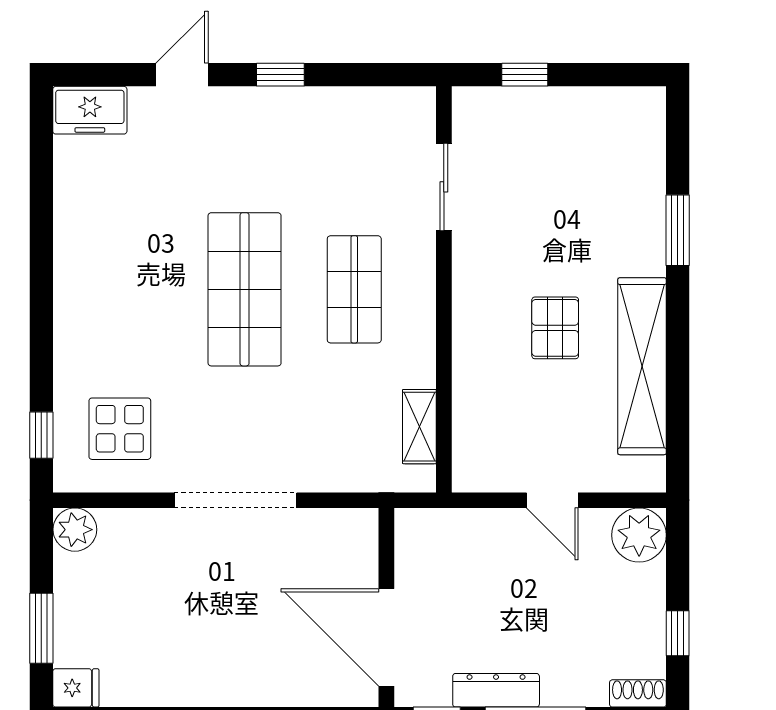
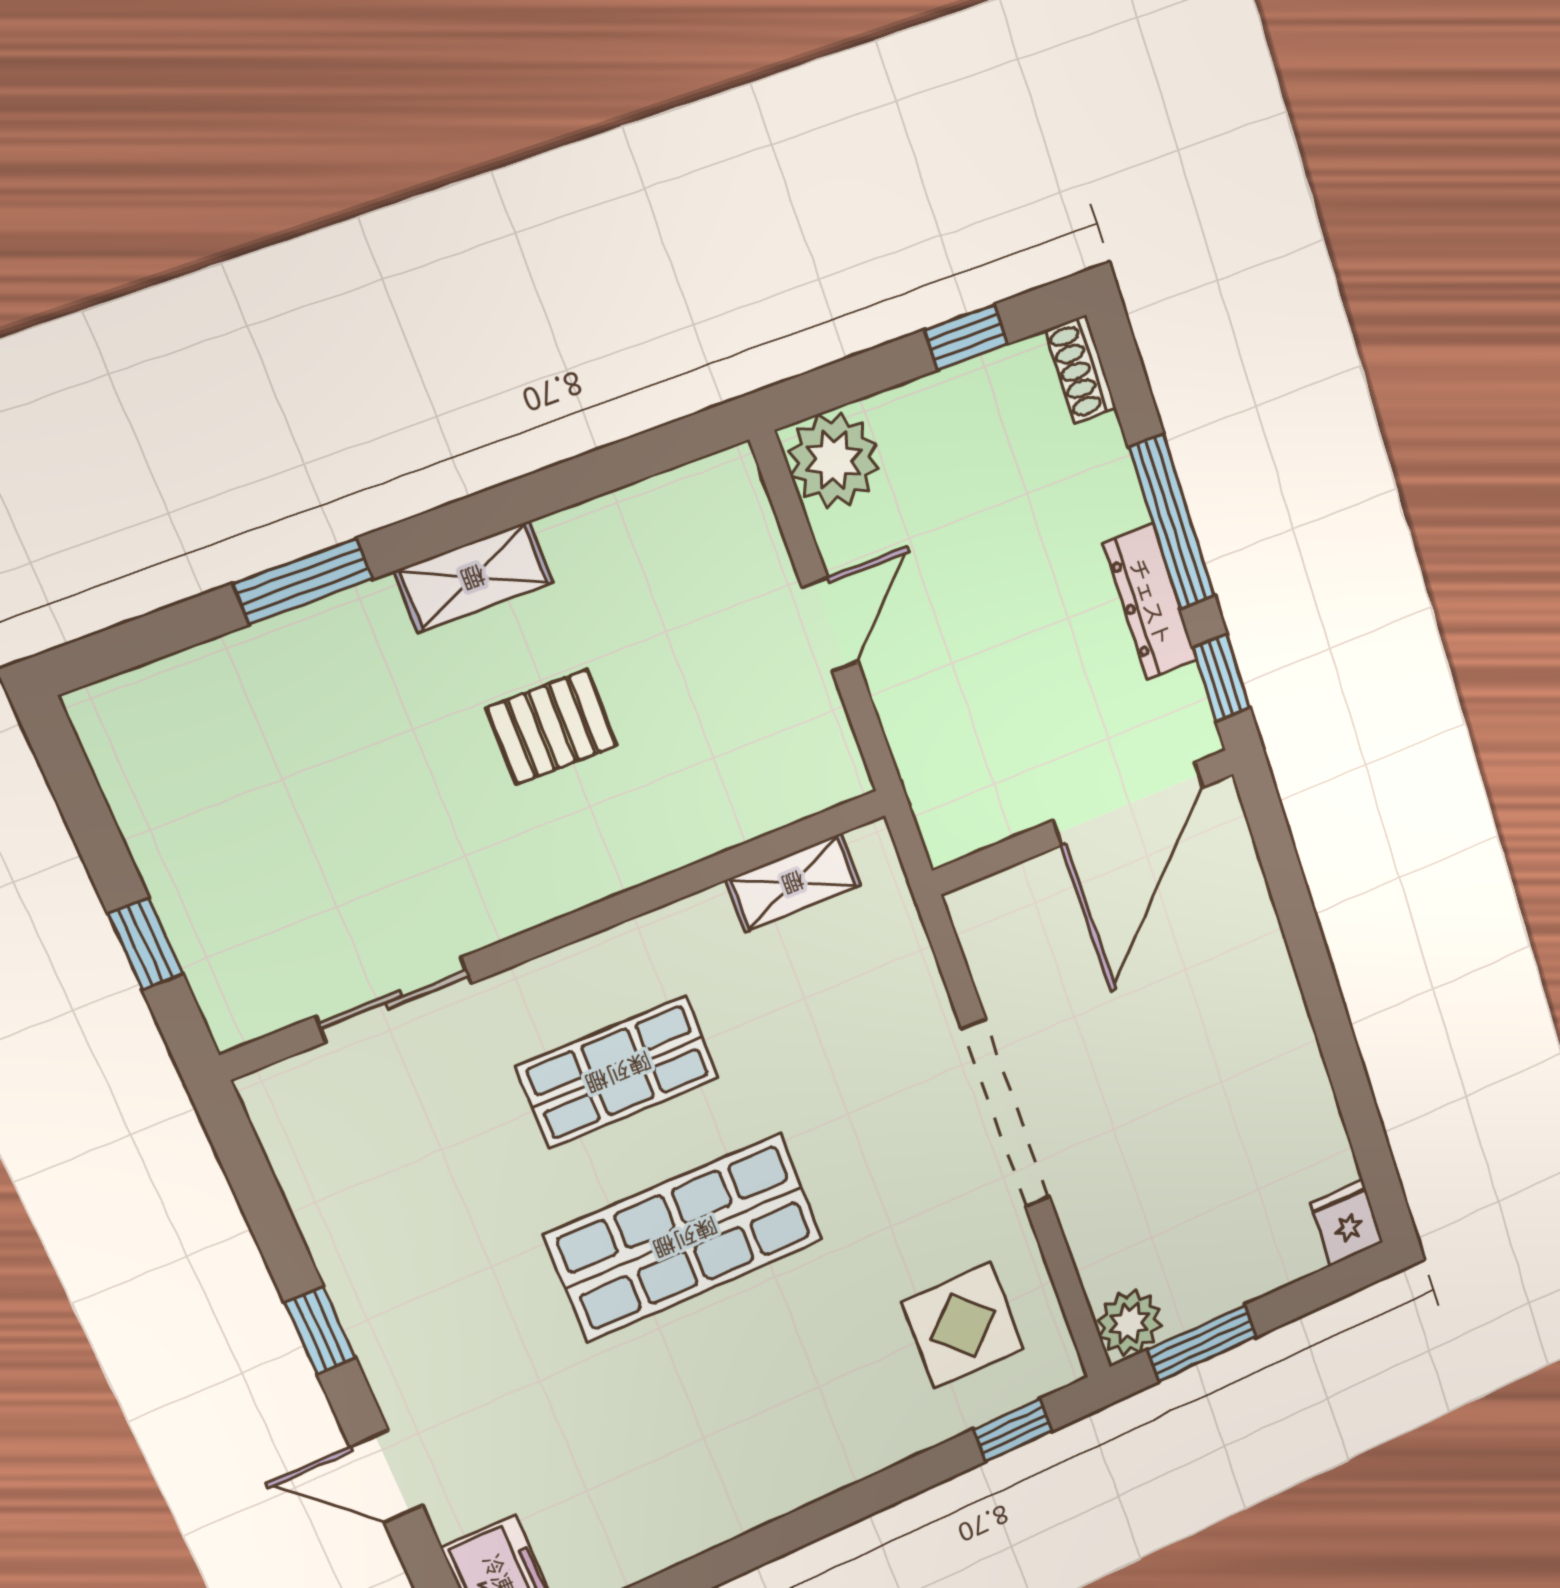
shelving: (642, 366) -> (473, 577), width x0.45, depth x0.75
window: (41, 628) -> (1202, 1343), moved

